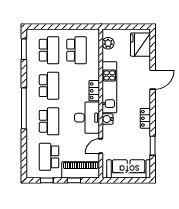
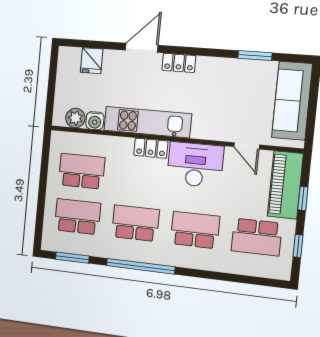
fridge: (141, 45) -> (92, 61), width x0.53, depth x0.75
door: (153, 80) -> (142, 48), hinge flipped
window: (24, 108) -> (141, 266), moved
locker: (145, 118) -> (179, 63), moved
water cooler: (107, 119) -> (95, 121), moved

